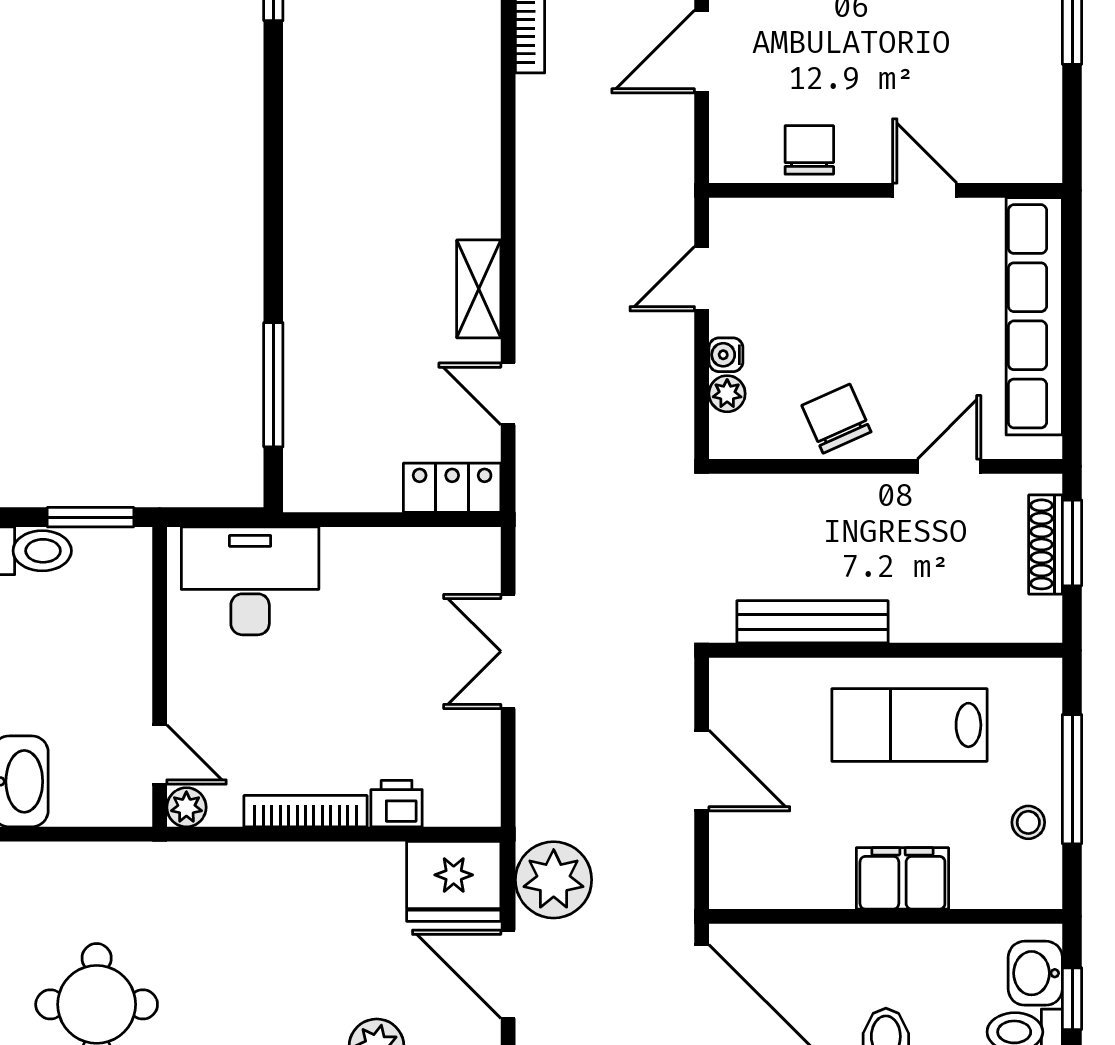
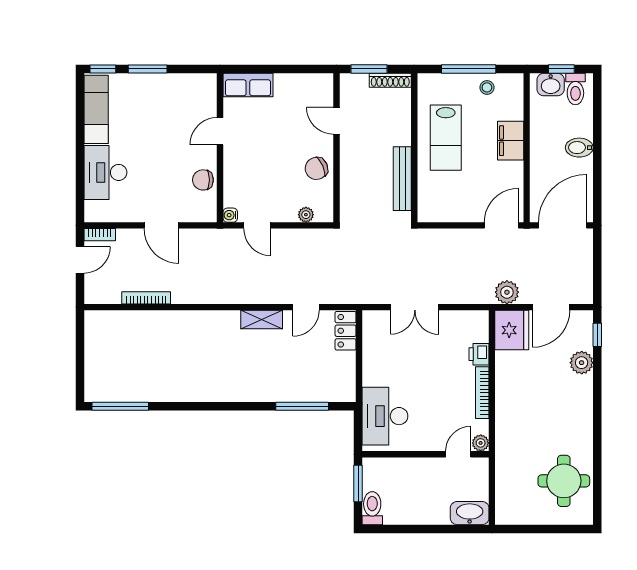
row of seats: (1034, 316) -> (248, 85), width x0.50
water cooler: (726, 355) -> (230, 215), moved, turned 90
shoe rack: (1045, 544) -> (390, 80), moved
door: (702, 771) -> (501, 225), moved
plant: (554, 880) -> (507, 292), width x0.73, depth x0.73

